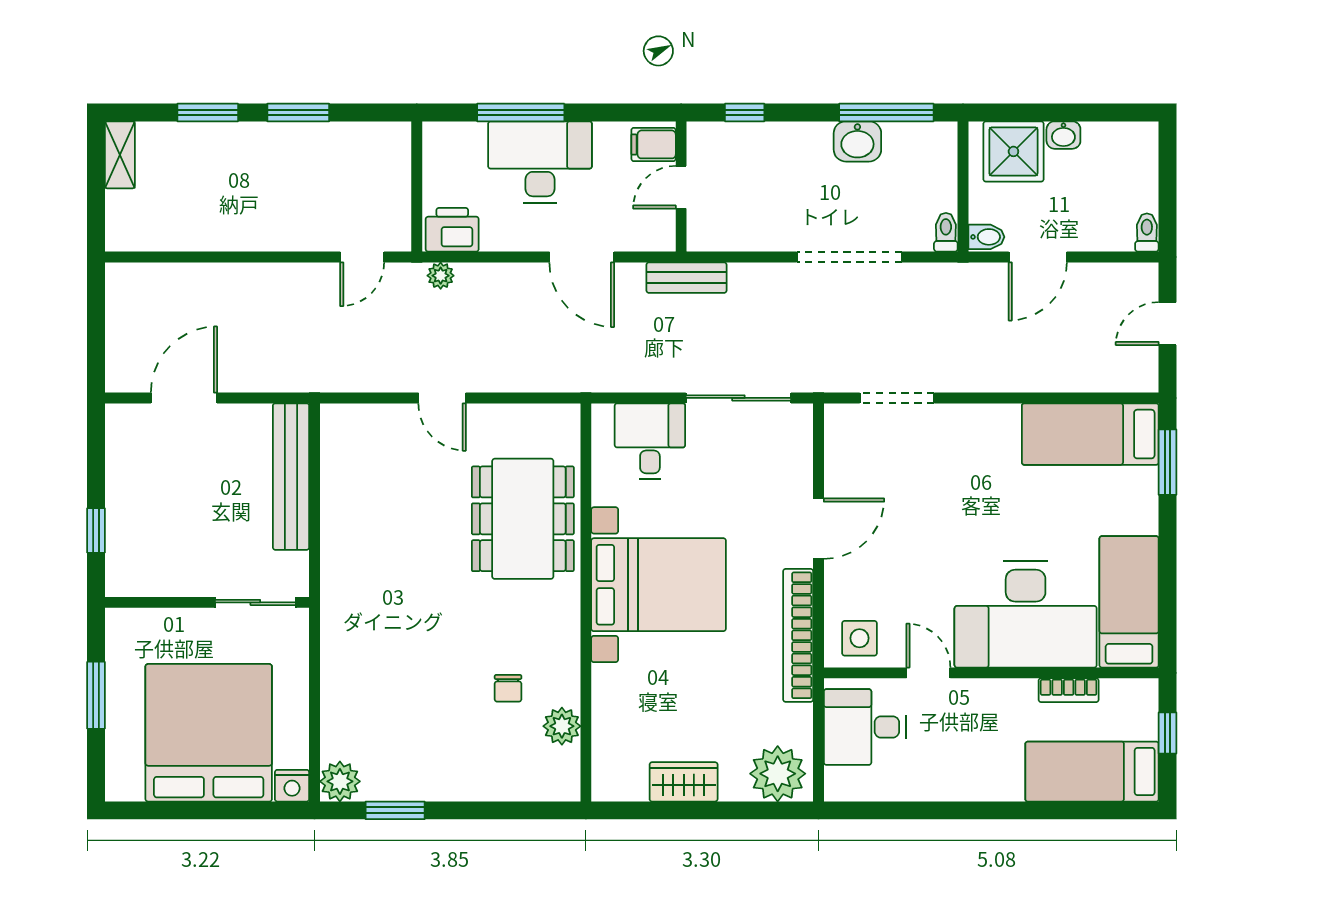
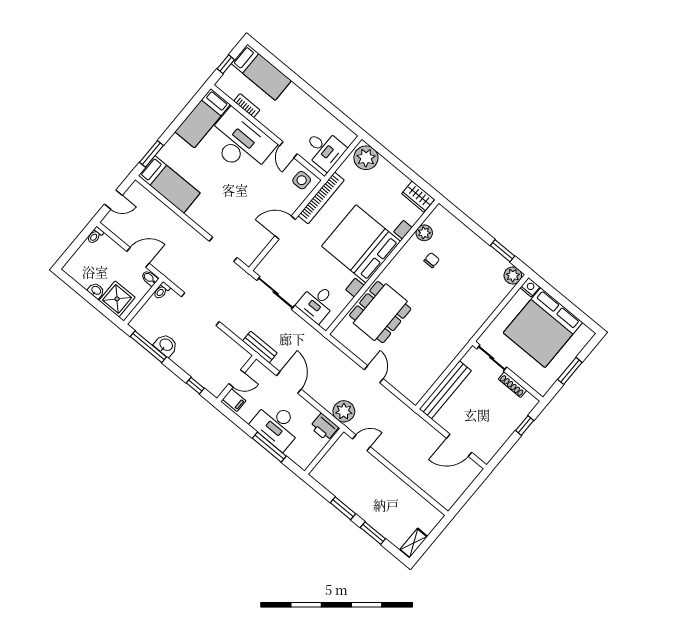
plant: (441, 276) -> (344, 411), width x1.87, depth x1.87
bed with nightstands: (659, 585) -> (361, 244), width x1.36
shoe rack: (178, 586) -> (512, 385), added
wardrobe: (684, 782) -> (418, 197), moved

